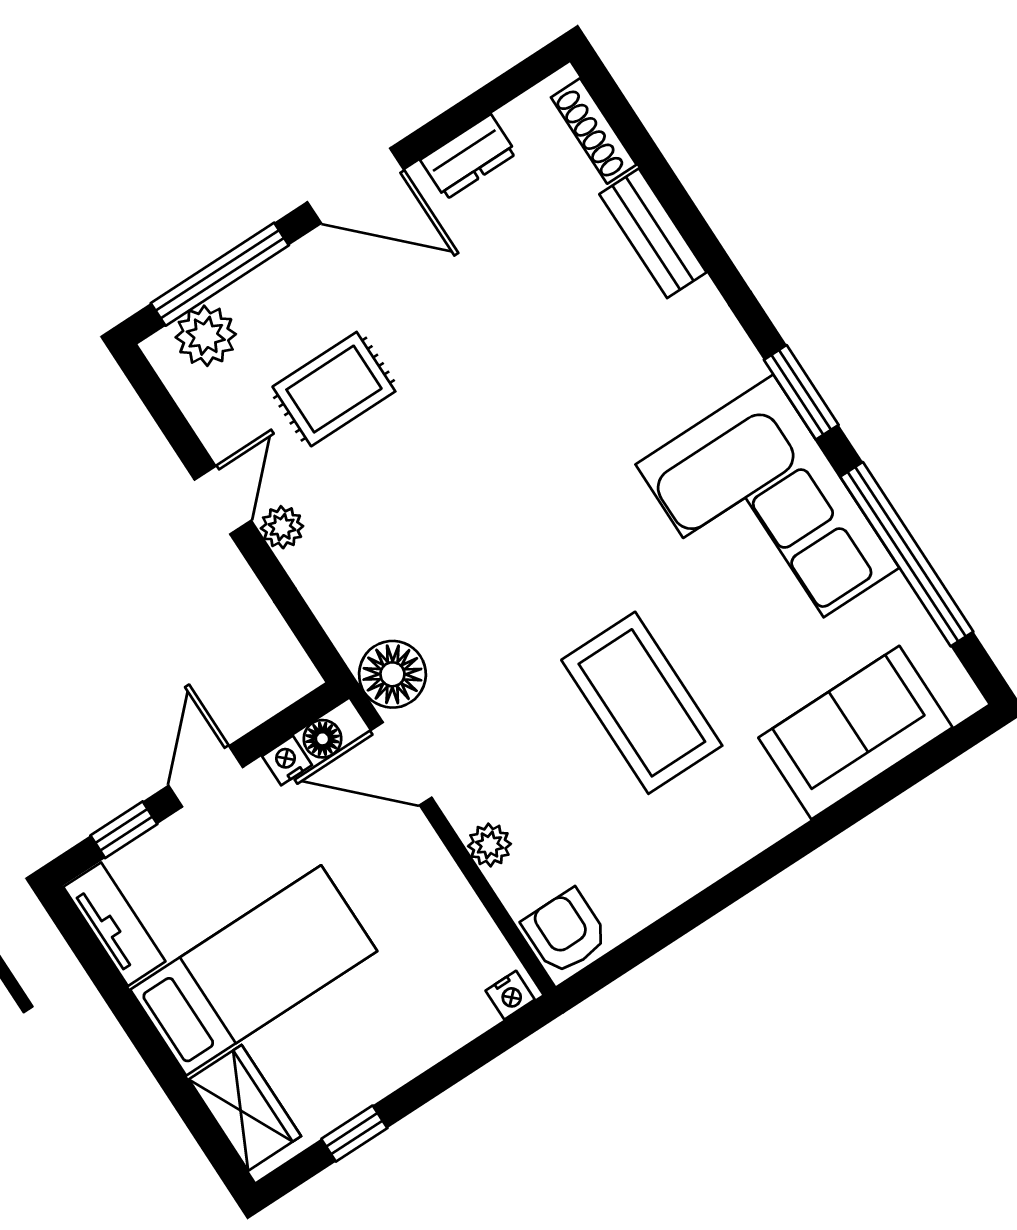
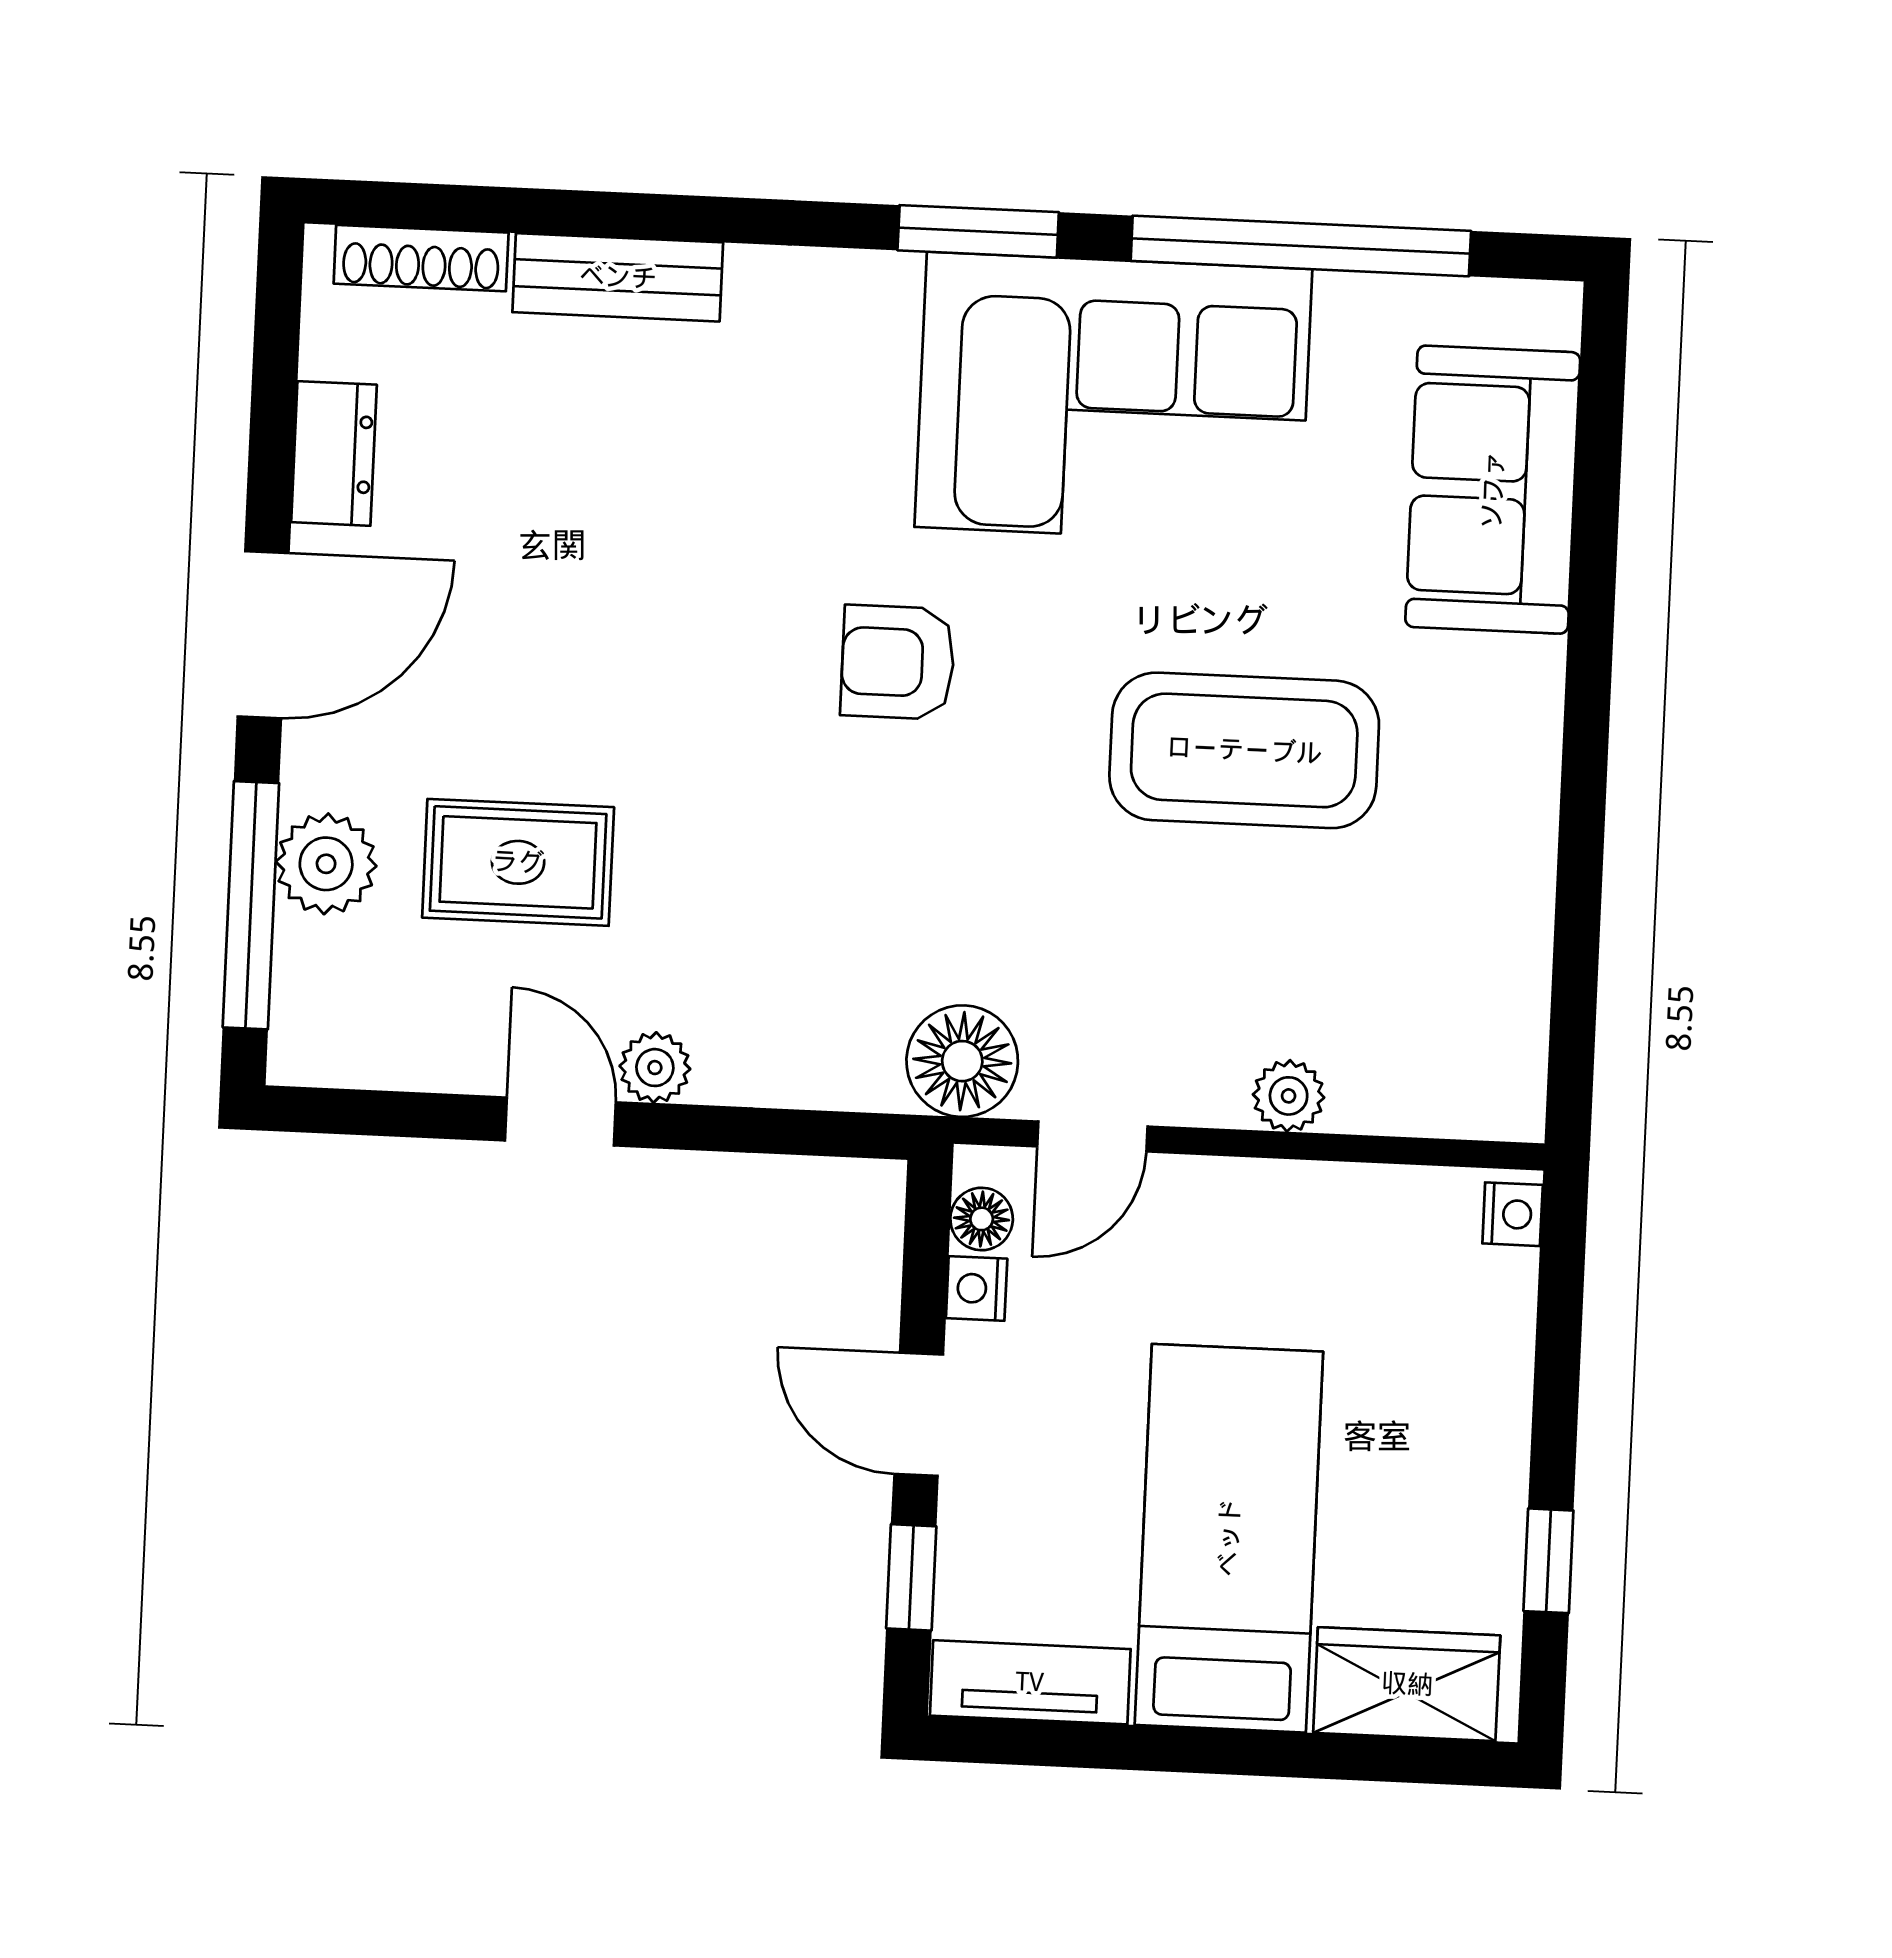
plant: (206, 336) -> (326, 864), moved
rug: (334, 389) -> (518, 862), turned 90
door: (401, 764) -> (1092, 1137), width x0.73
armchair: (565, 932) -> (898, 662), moved

